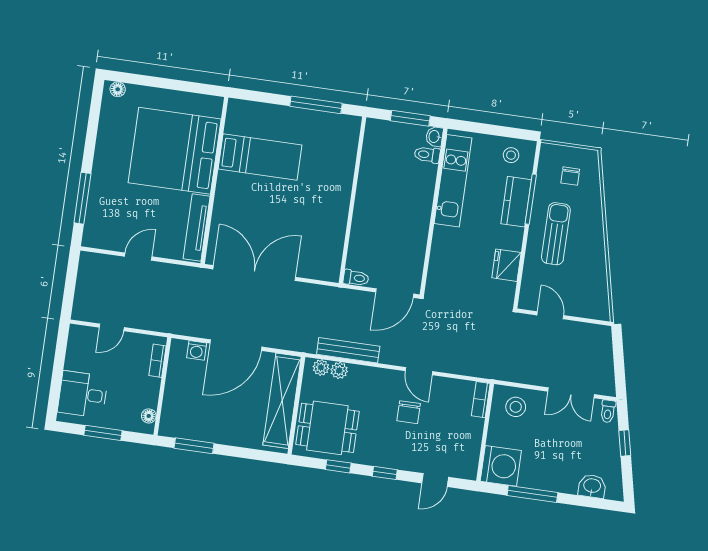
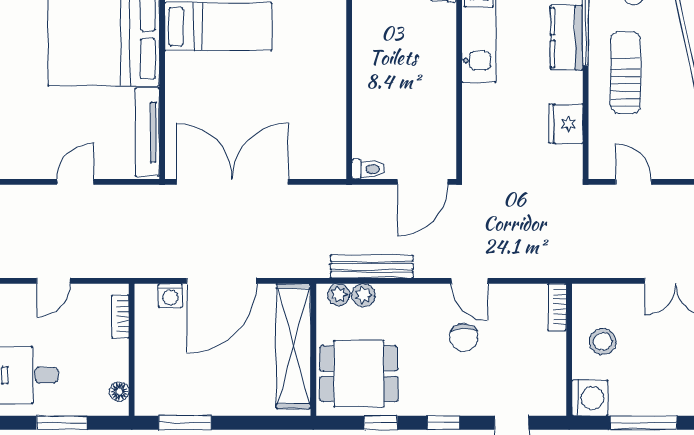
stool: (516, 407) -> (603, 342), moved
washing machine: (501, 466) -> (590, 398), width x0.73, depth x0.73

